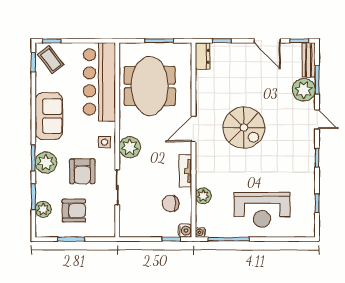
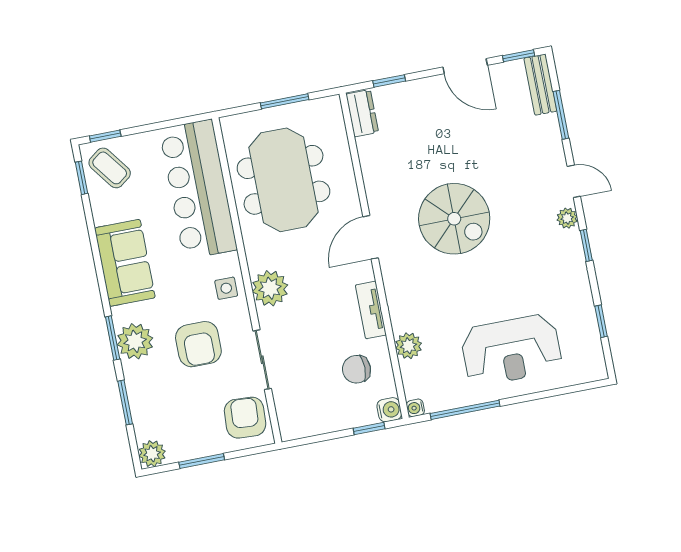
plant: (304, 90) -> (567, 218), moved, width x0.53, depth x0.53
plant: (43, 209) -> (152, 454), moved
armchair: (74, 211) -> (245, 418), moved, turned -87

